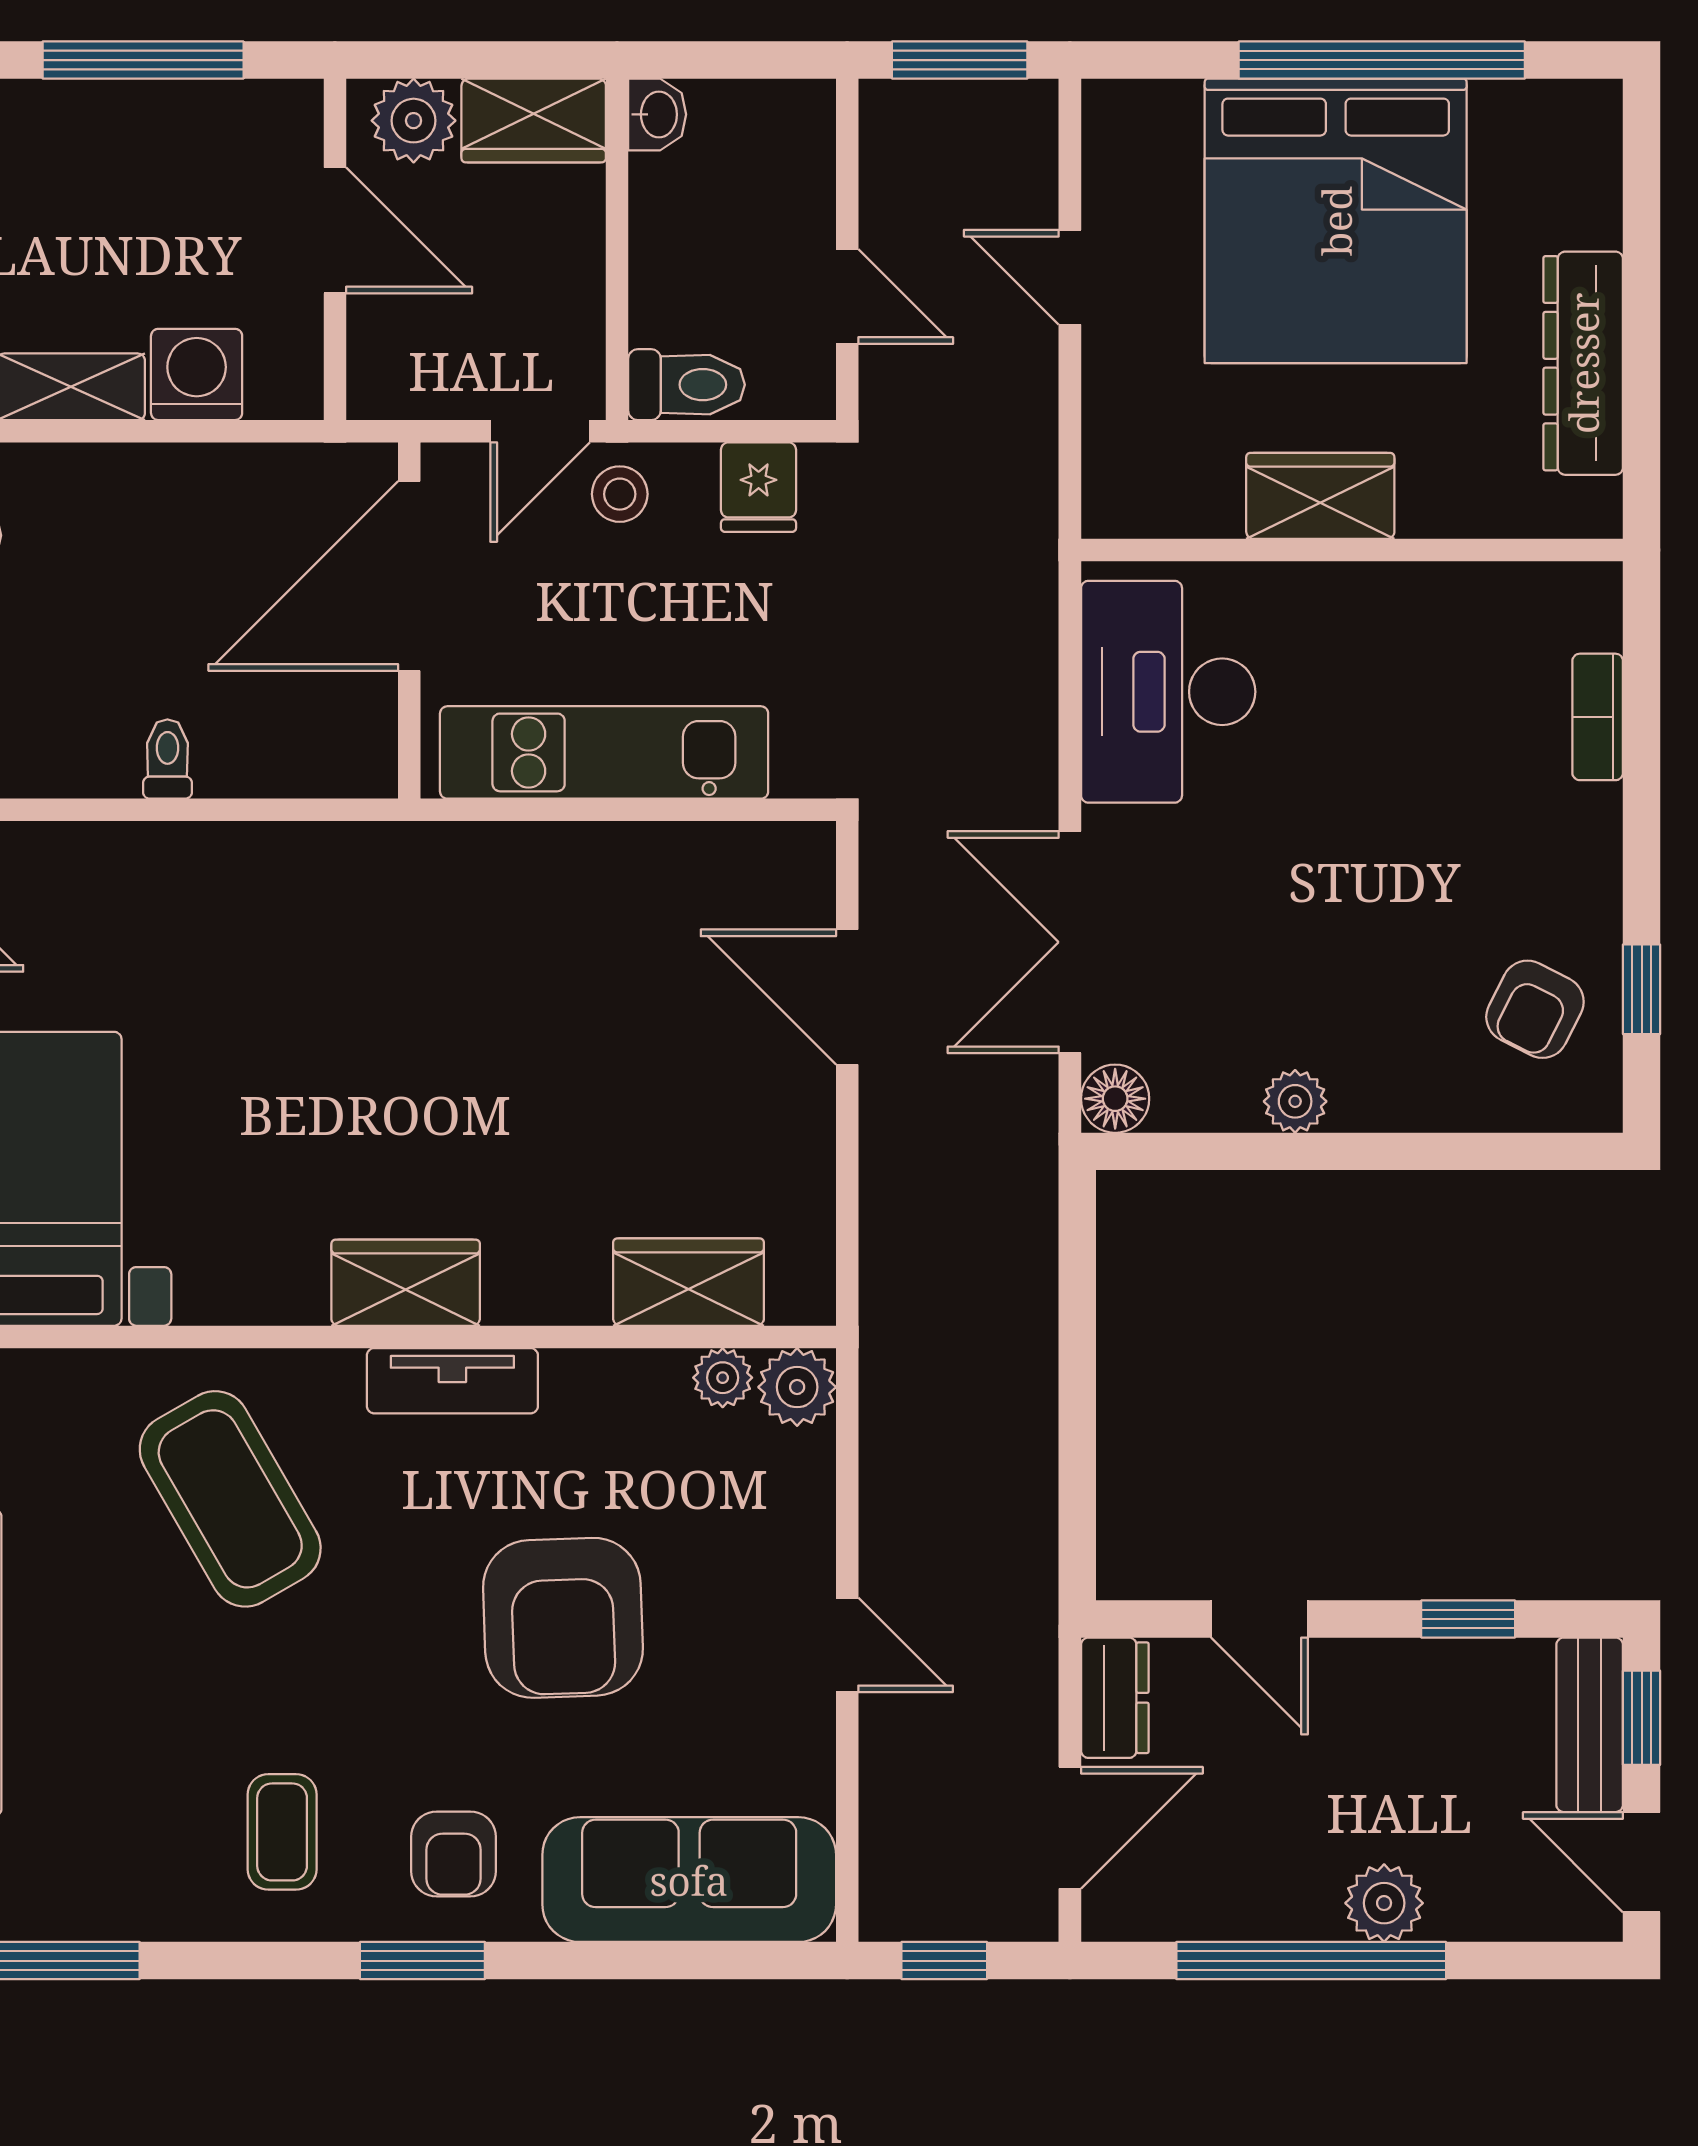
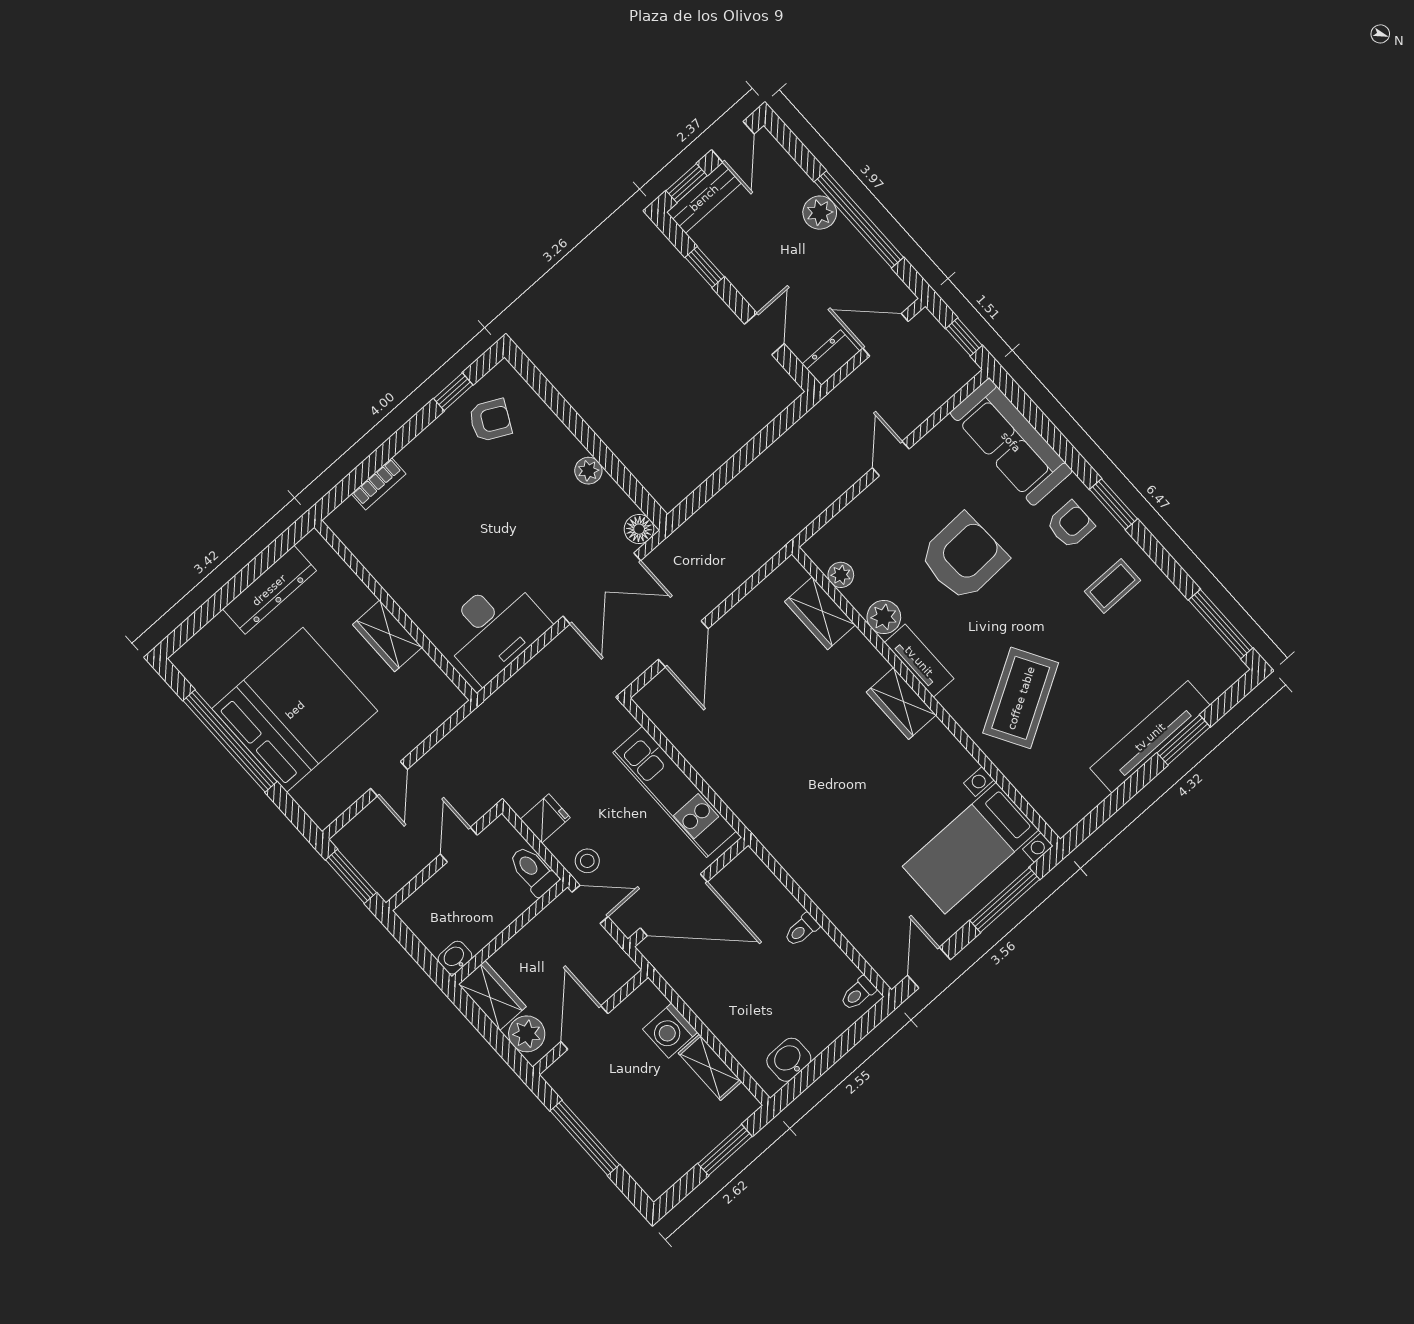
plant: (797, 1387) -> (884, 617), moved

